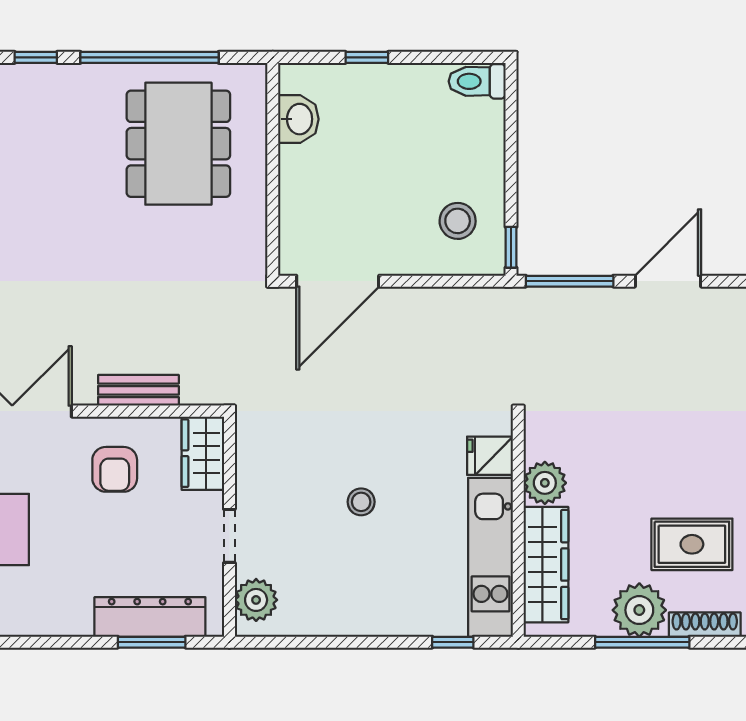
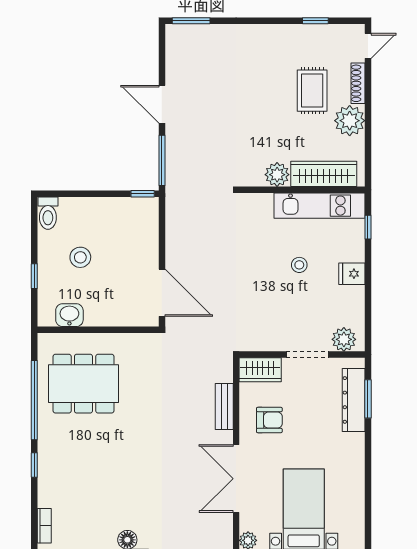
stool: (458, 221) -> (80, 257), moved
fridge: (490, 456) -> (352, 274), moved, turned 90
stool: (361, 502) -> (299, 265), moved
doorway: (229, 536) -> (307, 355), width x1.38
window: (642, 642) -> (368, 119), removed

